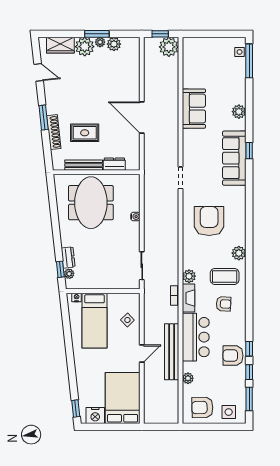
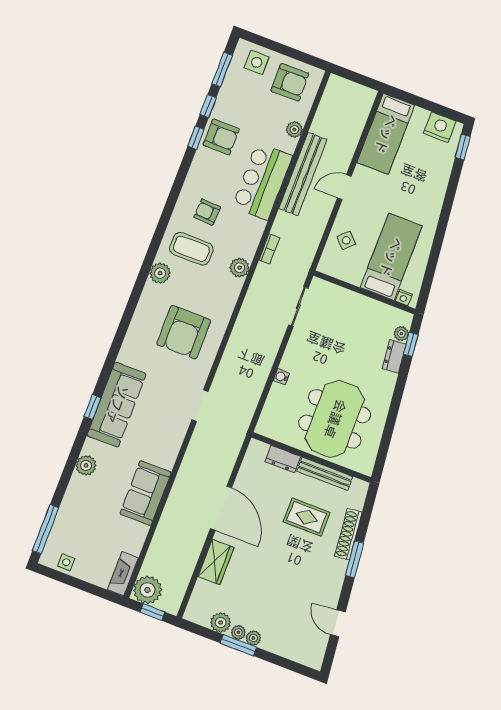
wardrobe: (60, 45) -> (216, 562), moved, turned 90
plant: (85, 47) -> (253, 638), width x0.53, depth x0.53
side table: (240, 52) -> (66, 562), moved
fireplace: (189, 298) -> (123, 574), moved
bed: (123, 398) -> (386, 134), width x0.67

